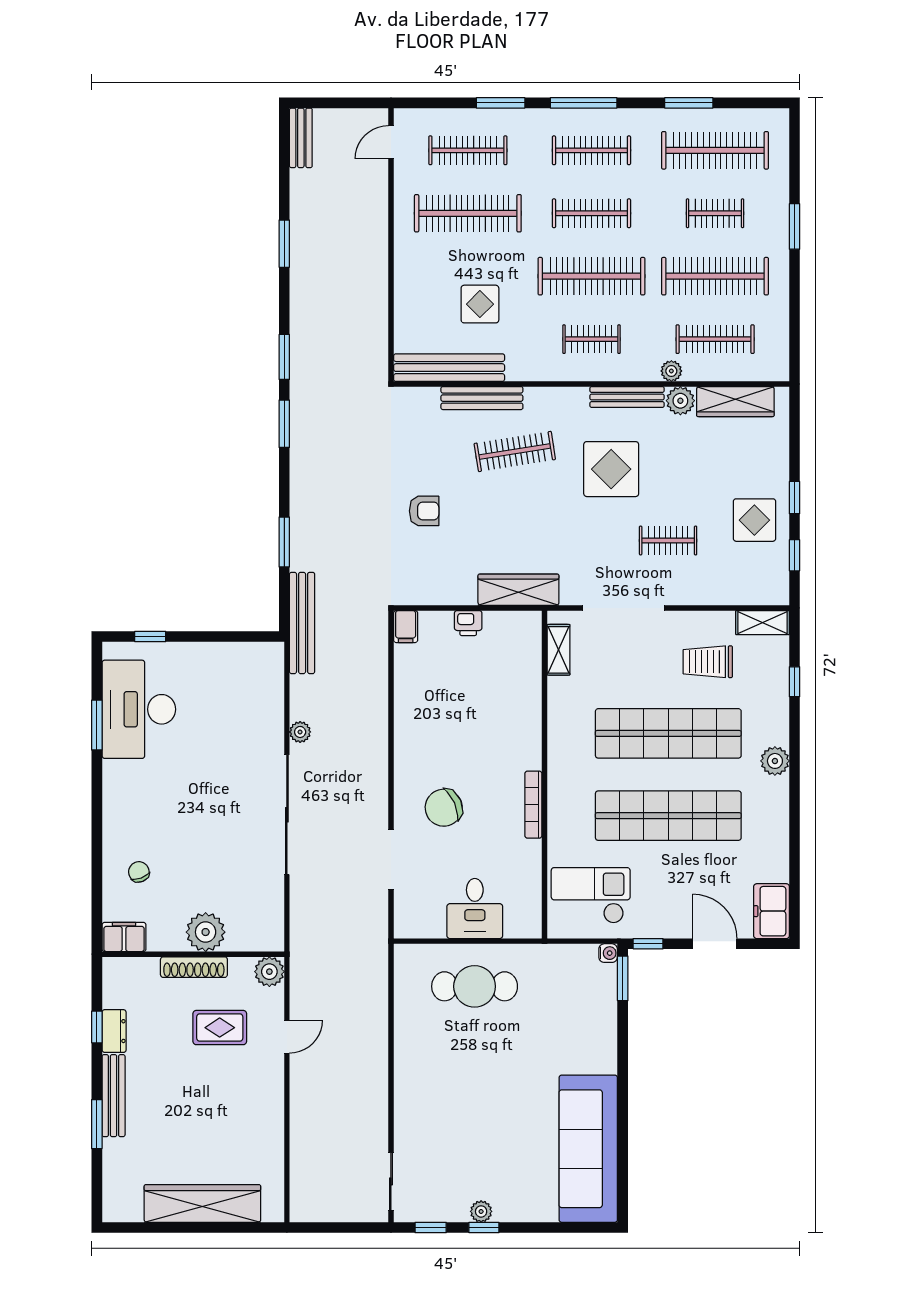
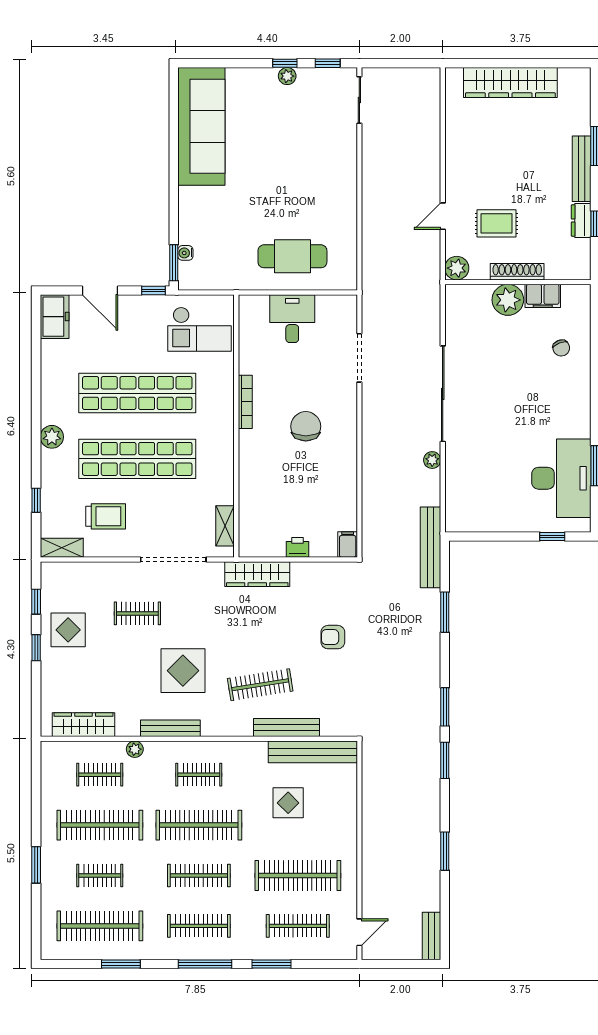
clothes rail: (715, 339) -> (100, 775), width x0.73
plant: (680, 401) -> (128, 725), removed
chair: (444, 808) -> (306, 426), moved, turned -66
filing cabinet: (124, 937) -> (543, 296), moved
water cooler: (608, 953) -> (185, 253), moved

